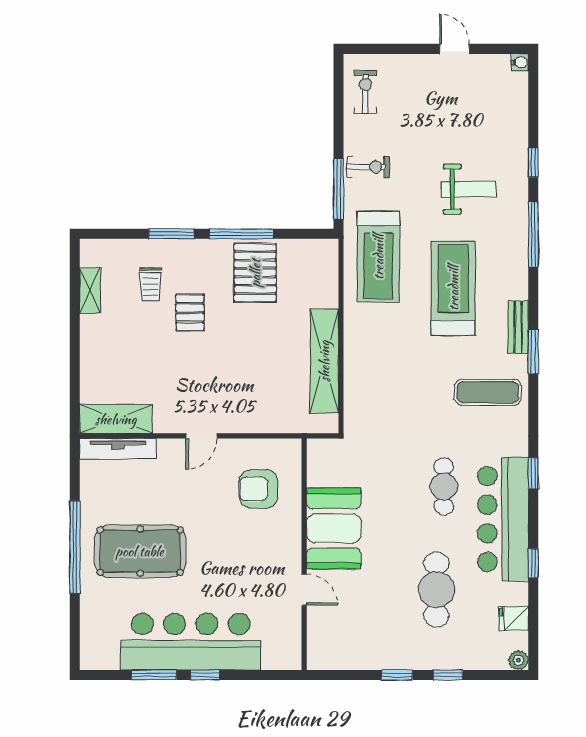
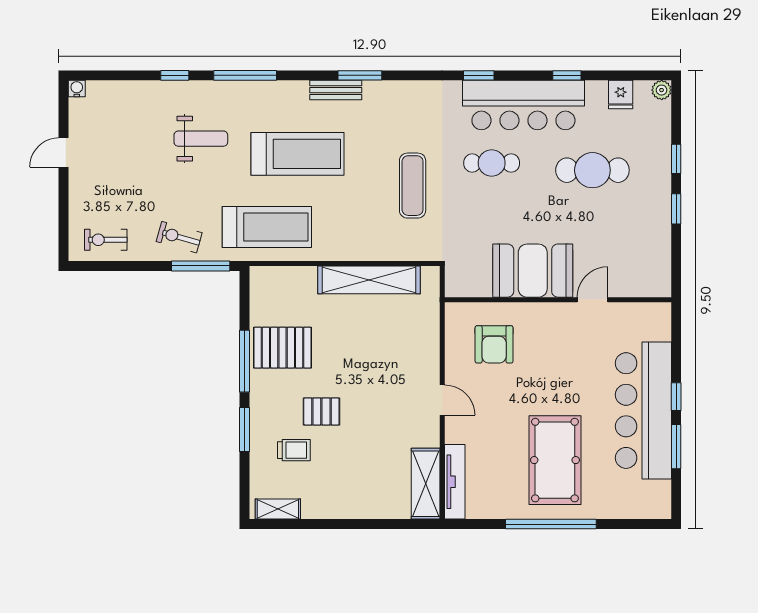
exercise bike: (368, 167) -> (179, 237), turned -74
weight bench: (469, 189) -> (201, 139), turned 90
treadmill: (453, 288) -> (298, 154), turned 180
shelving: (90, 291) -> (278, 509), moved
exercise mat: (488, 392) -> (413, 186), moved

